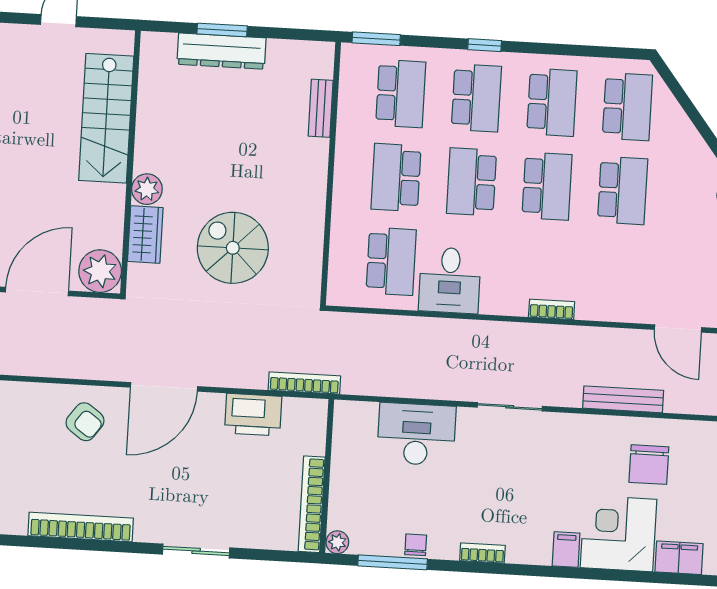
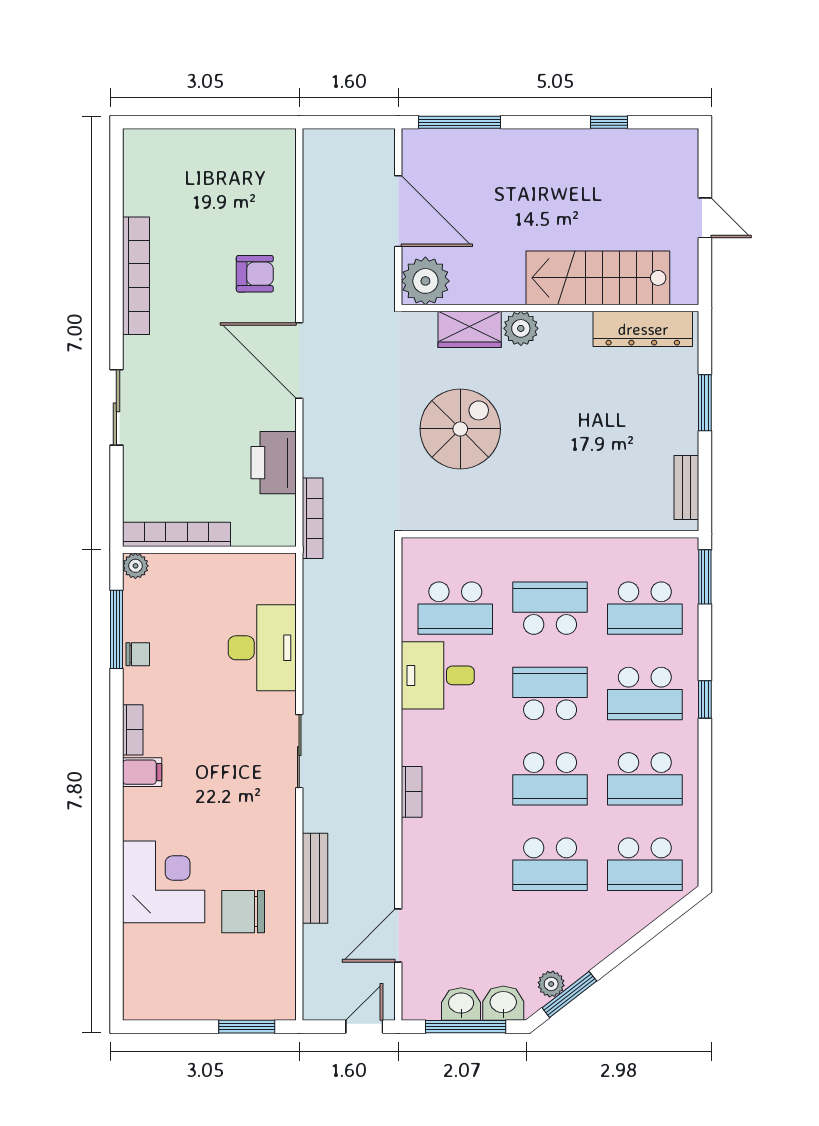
dresser: (221, 51) -> (643, 329), moved, turned -90
bench: (321, 108) -> (686, 488), moved, turned 90
armchair: (85, 422) -> (255, 274), turned -126
filing cabinet: (566, 550) -> (142, 772), moved
filing cabinet: (679, 558) -> (140, 952), removed

